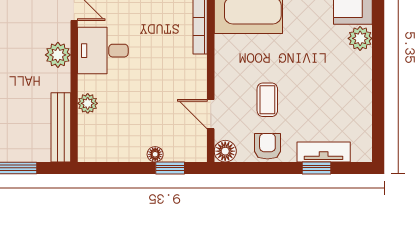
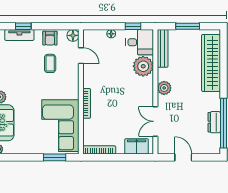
desk: (103, 51) -> (140, 42), moved
plant: (88, 103) -> (143, 66), width x1.87, depth x1.87
window: (170, 168) -> (133, 26), moved

